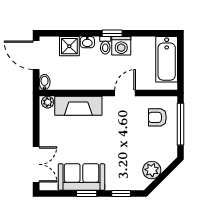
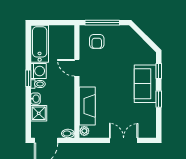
bathtub: (167, 59) -> (40, 44), moved, turned -90
double door: (36, 164) -> (124, 140), moved
plant: (152, 170) -> (140, 46), removed
sofa: (81, 177) -> (145, 84), moved

